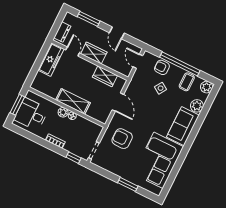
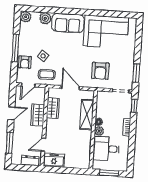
wardrobe: (94, 53) -> (38, 115), moved
freezer: (51, 60) -> (54, 160), width x0.71
window: (180, 64) -> (15, 48), width x0.68
coffee table: (187, 82) -> (47, 74), moved
shelving: (73, 101) -> (87, 115), moved
door: (118, 102) -> (70, 88), hinge flipped
desk: (31, 114) -> (106, 149), moved, turned 90
window: (128, 184) -> (136, 73), moved

